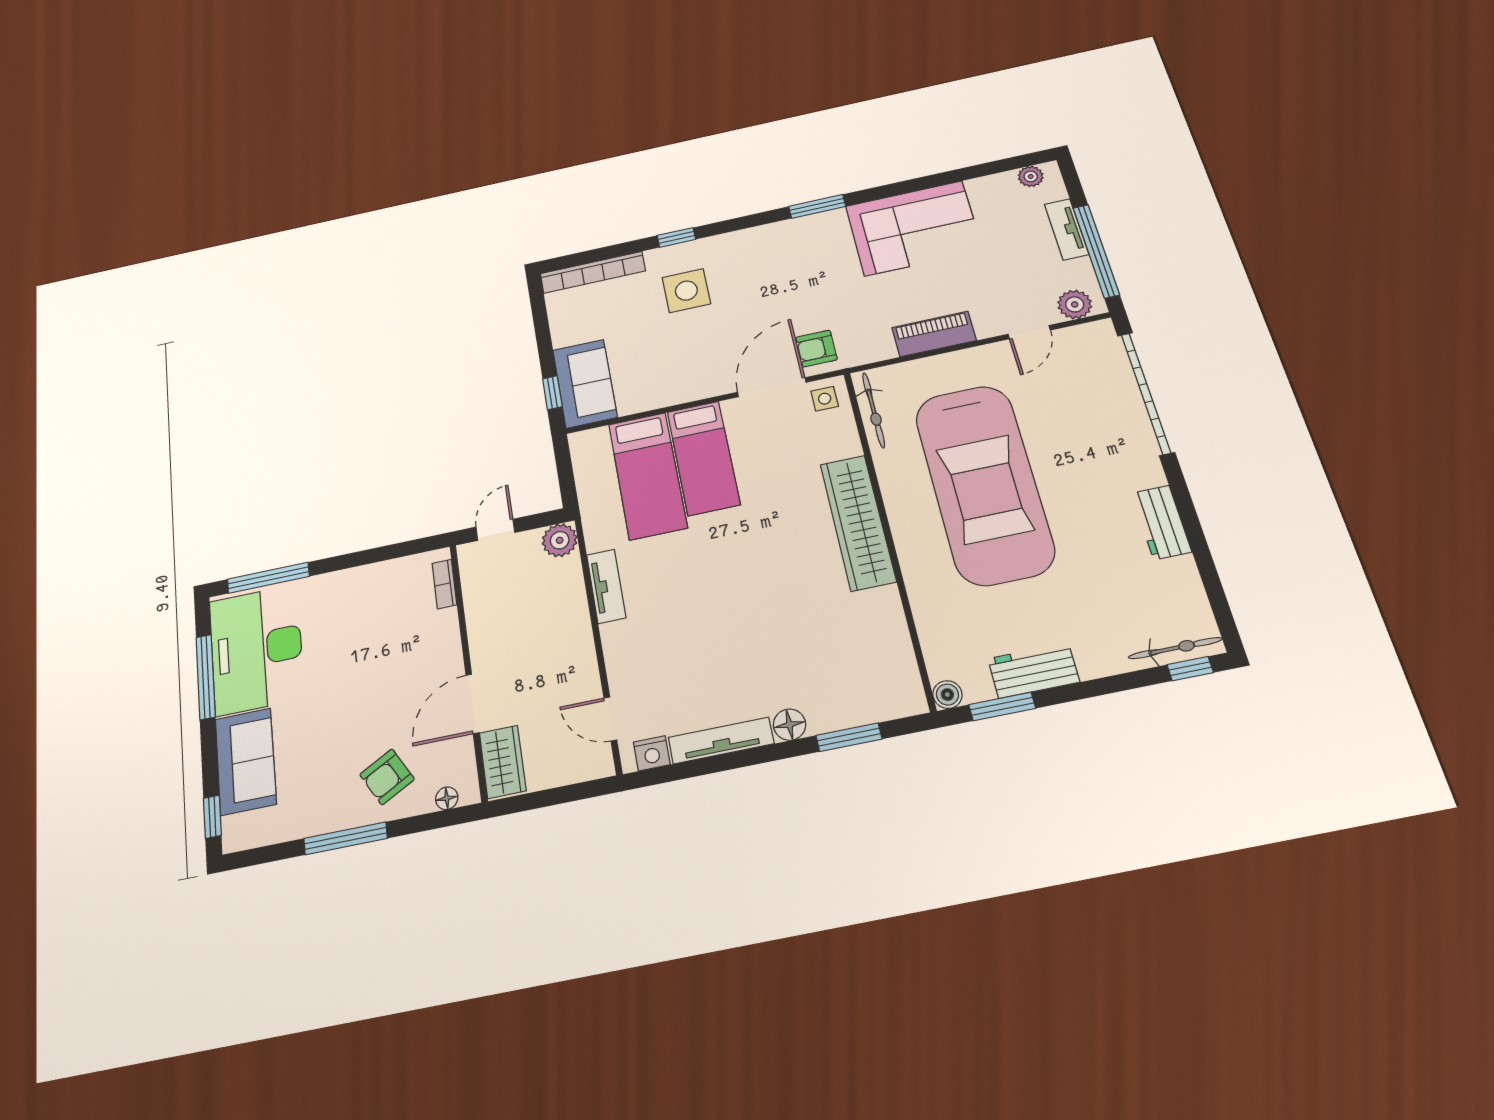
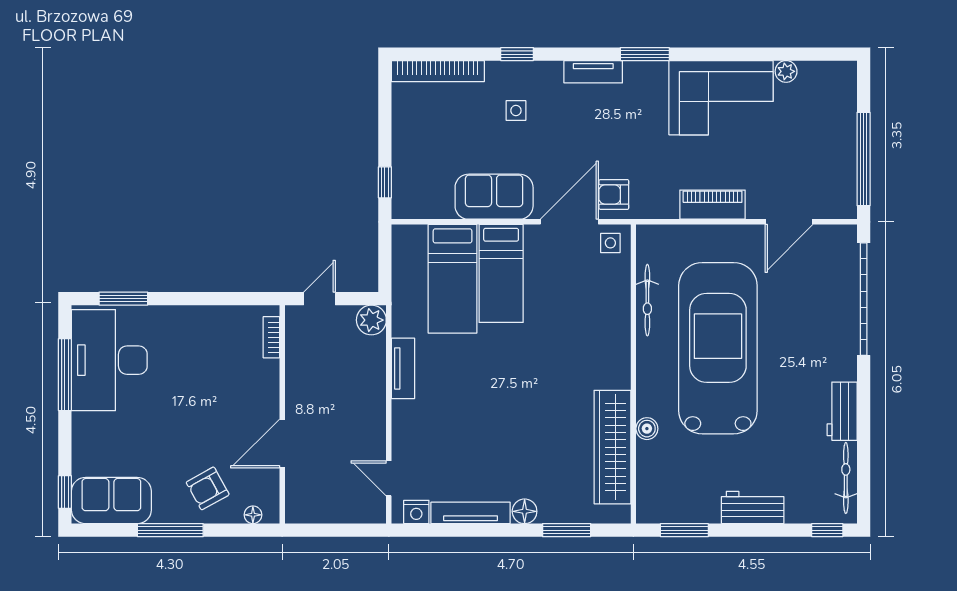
plant: (1031, 176) -> (786, 71), moved
tv unit: (1067, 229) -> (593, 72), moved, turned -90
side table: (686, 291) -> (516, 111), width x0.54, depth x0.54
plant: (1075, 304) -> (832, 205), removed
door: (1029, 332) -> (789, 222), width x1.38
sofa: (585, 384) -> (494, 197), moved, turned -90
bicycle: (874, 410) -> (647, 300), moved
car: (984, 484) -> (718, 348), turned 180
wardrobe: (858, 522) -> (612, 447), moved
window: (268, 578) -> (123, 299), width x0.69
bicycle: (1175, 648) -> (846, 478), moved, turned -90
workbench: (1034, 670) -> (753, 507), moved
boiler: (947, 695) -> (647, 429), moved
sofa: (246, 761) -> (111, 501), moved, turned -90
wardrobe: (503, 762) -> (300, 495), removed

